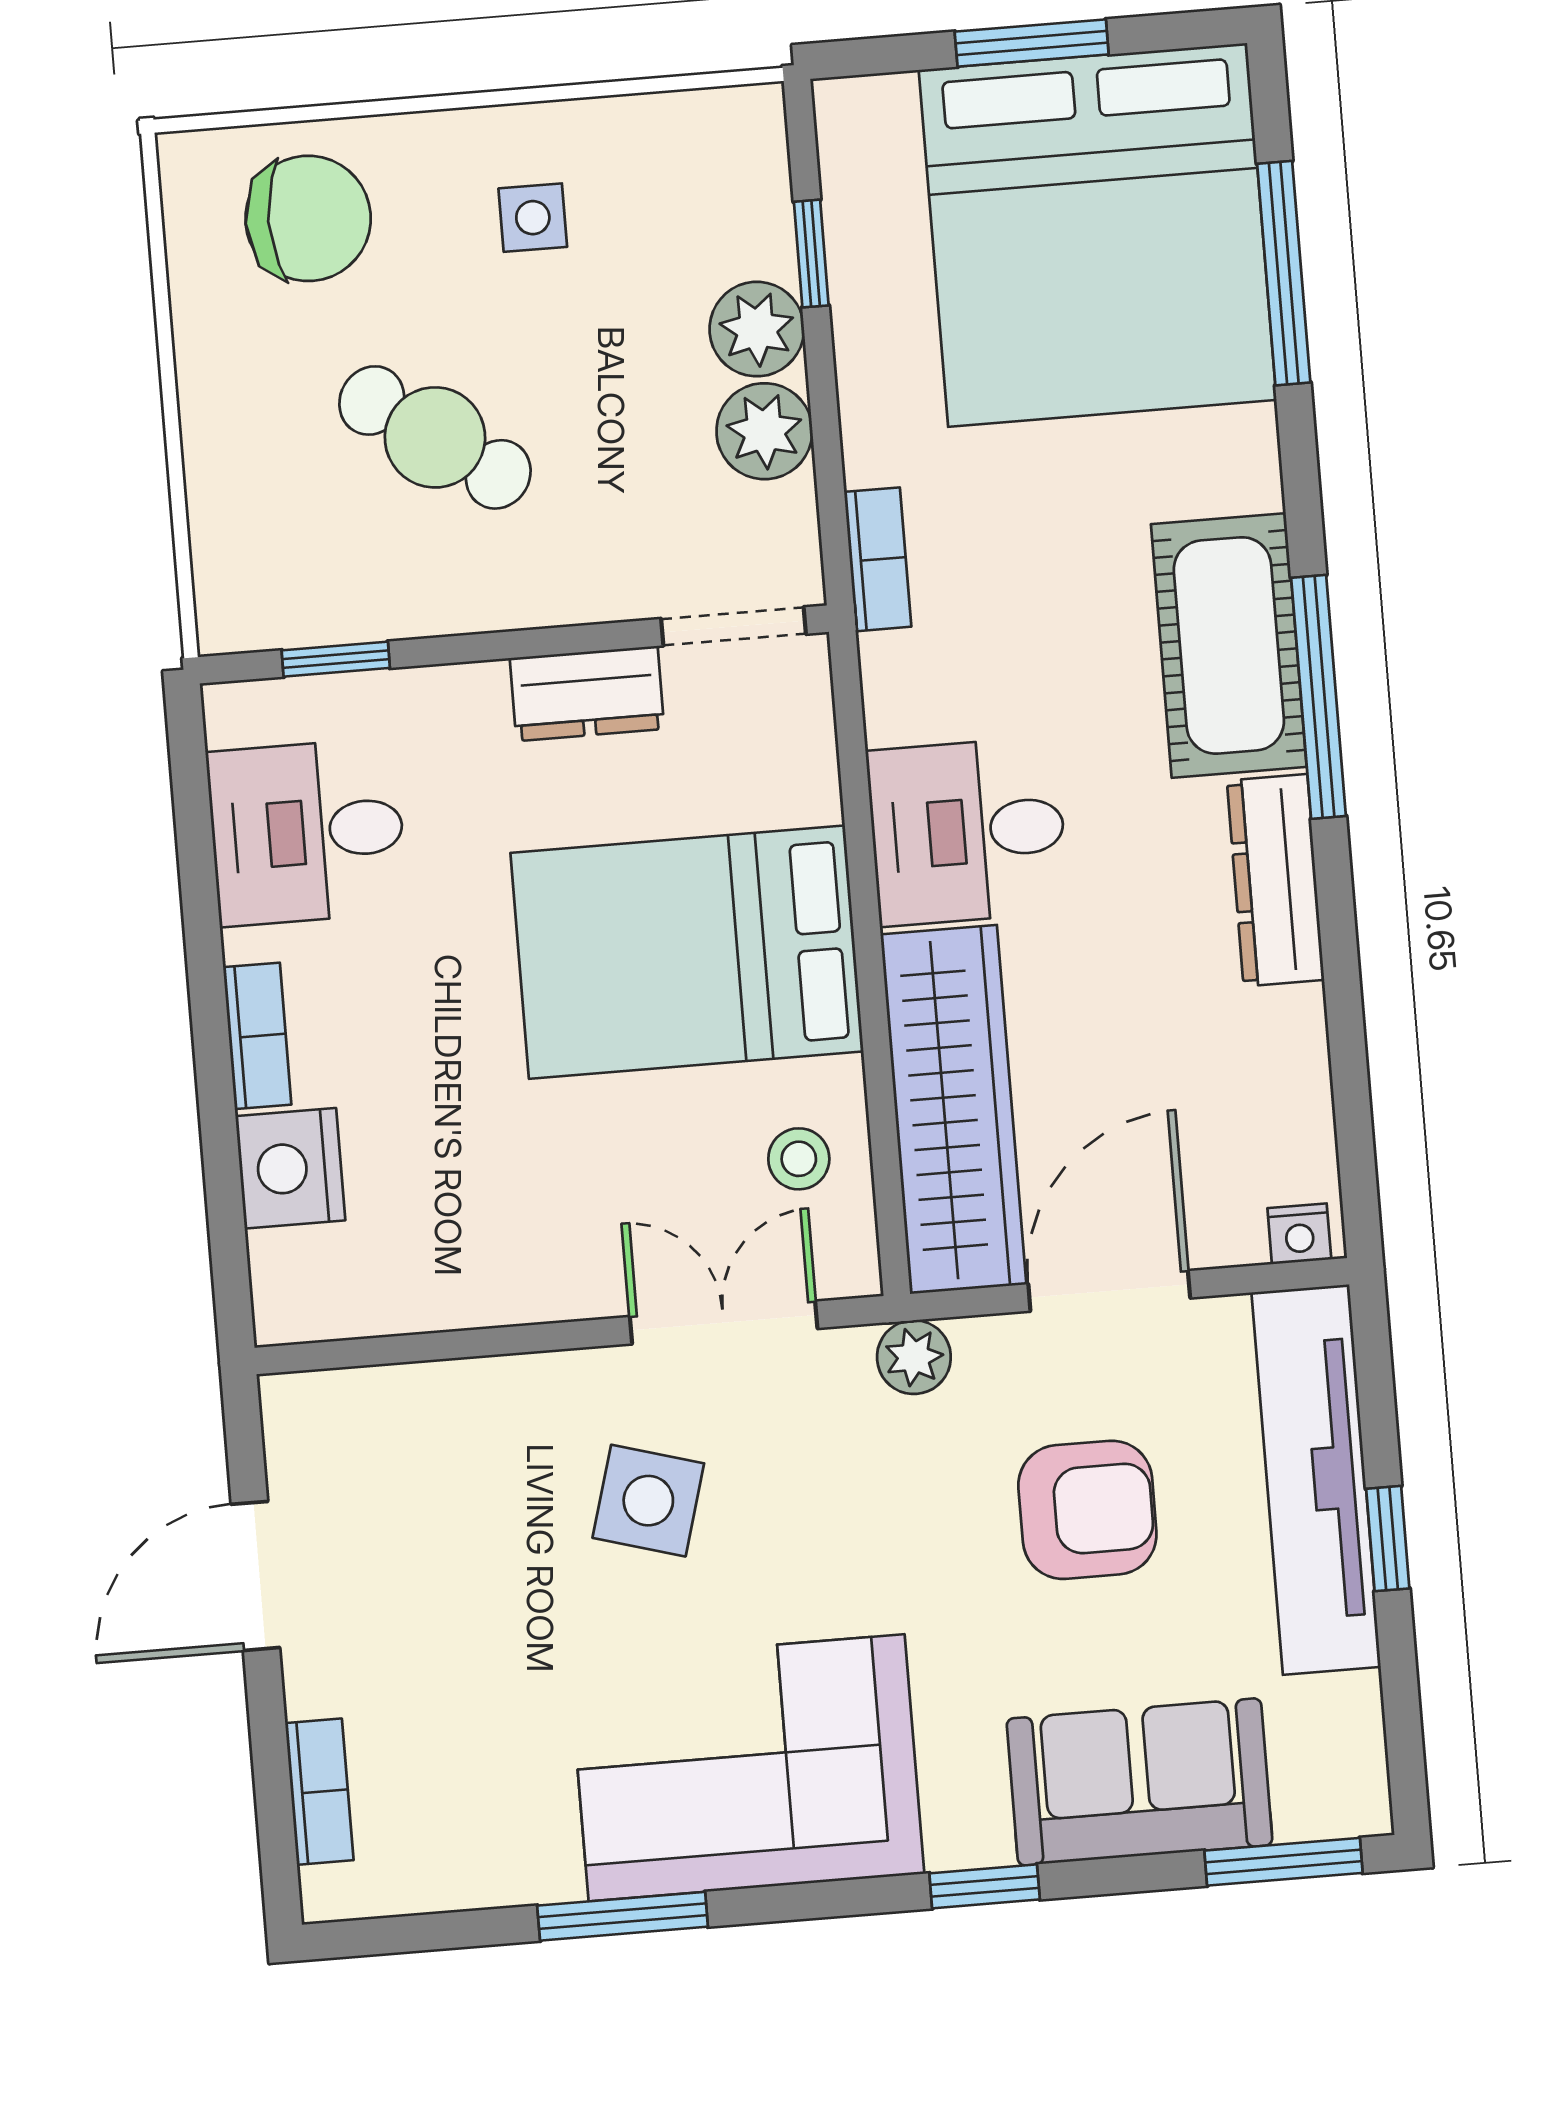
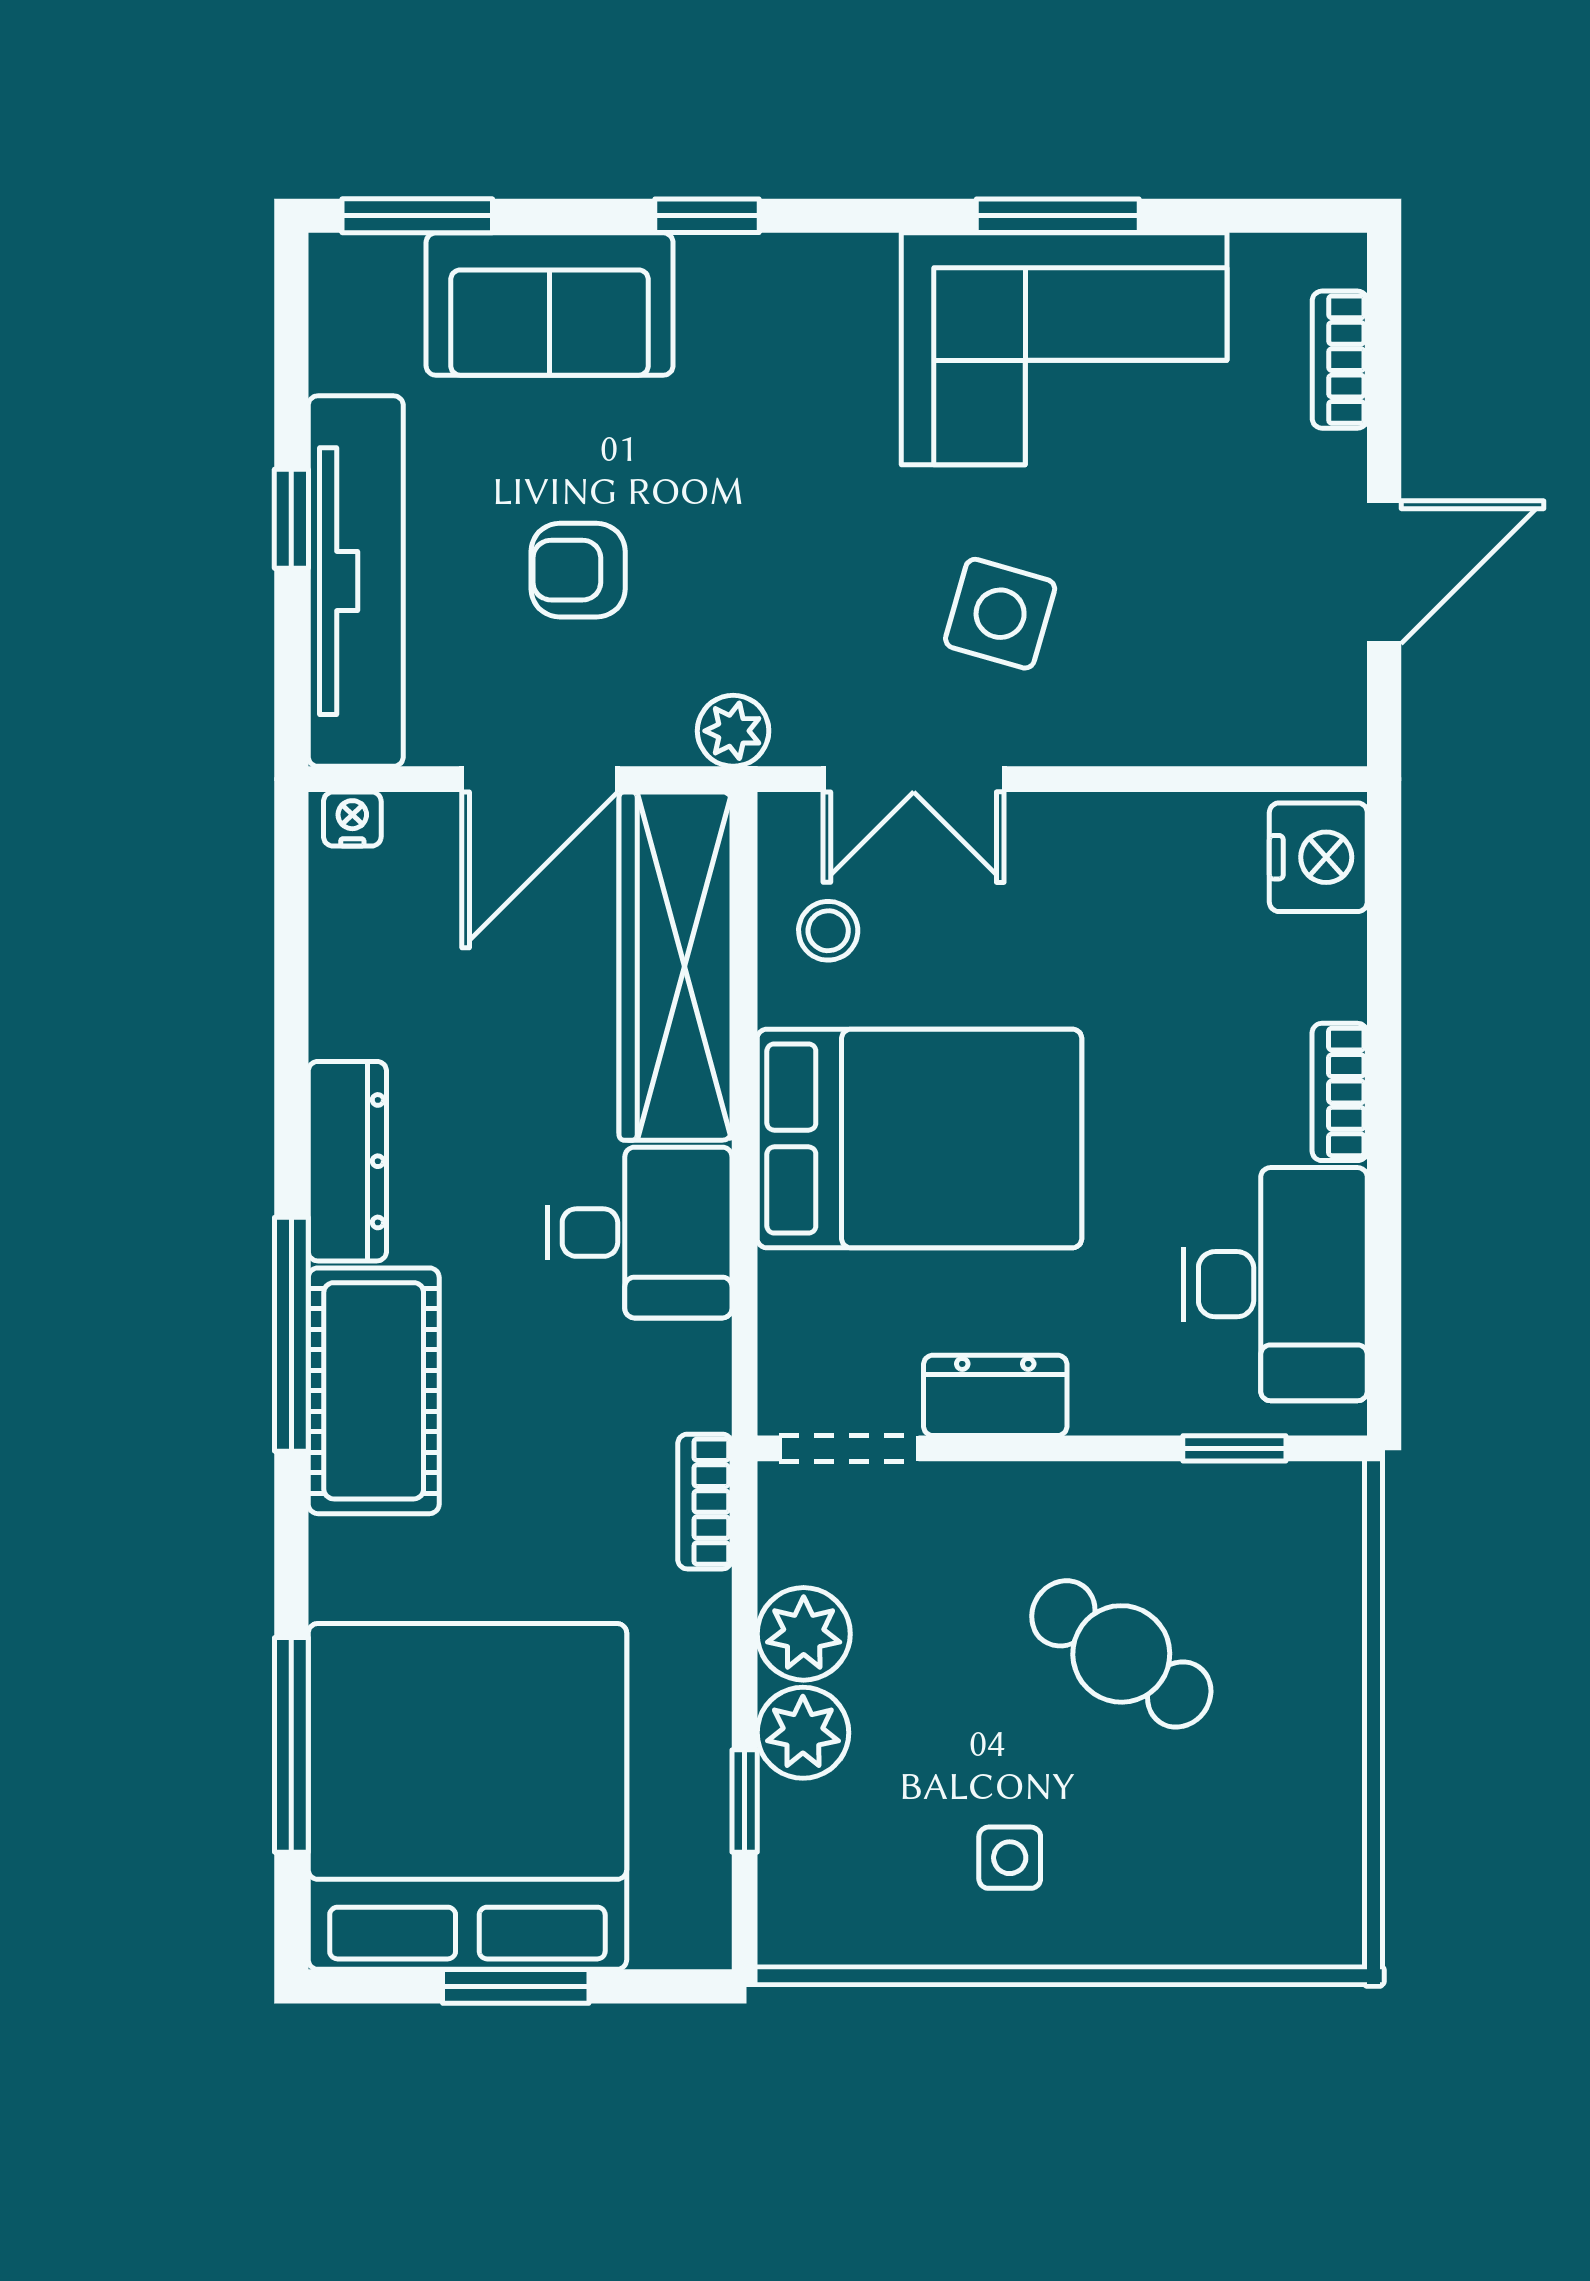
chair: (308, 218) -> (1226, 1875), removed
desk: (307, 832) -> (1276, 1284), width x1.37
nightstand: (290, 1168) -> (1318, 857), moved
armchair: (1087, 1510) -> (578, 570), width x0.72, depth x0.72
corner sofa: (747, 1768) -> (1064, 349), moved

